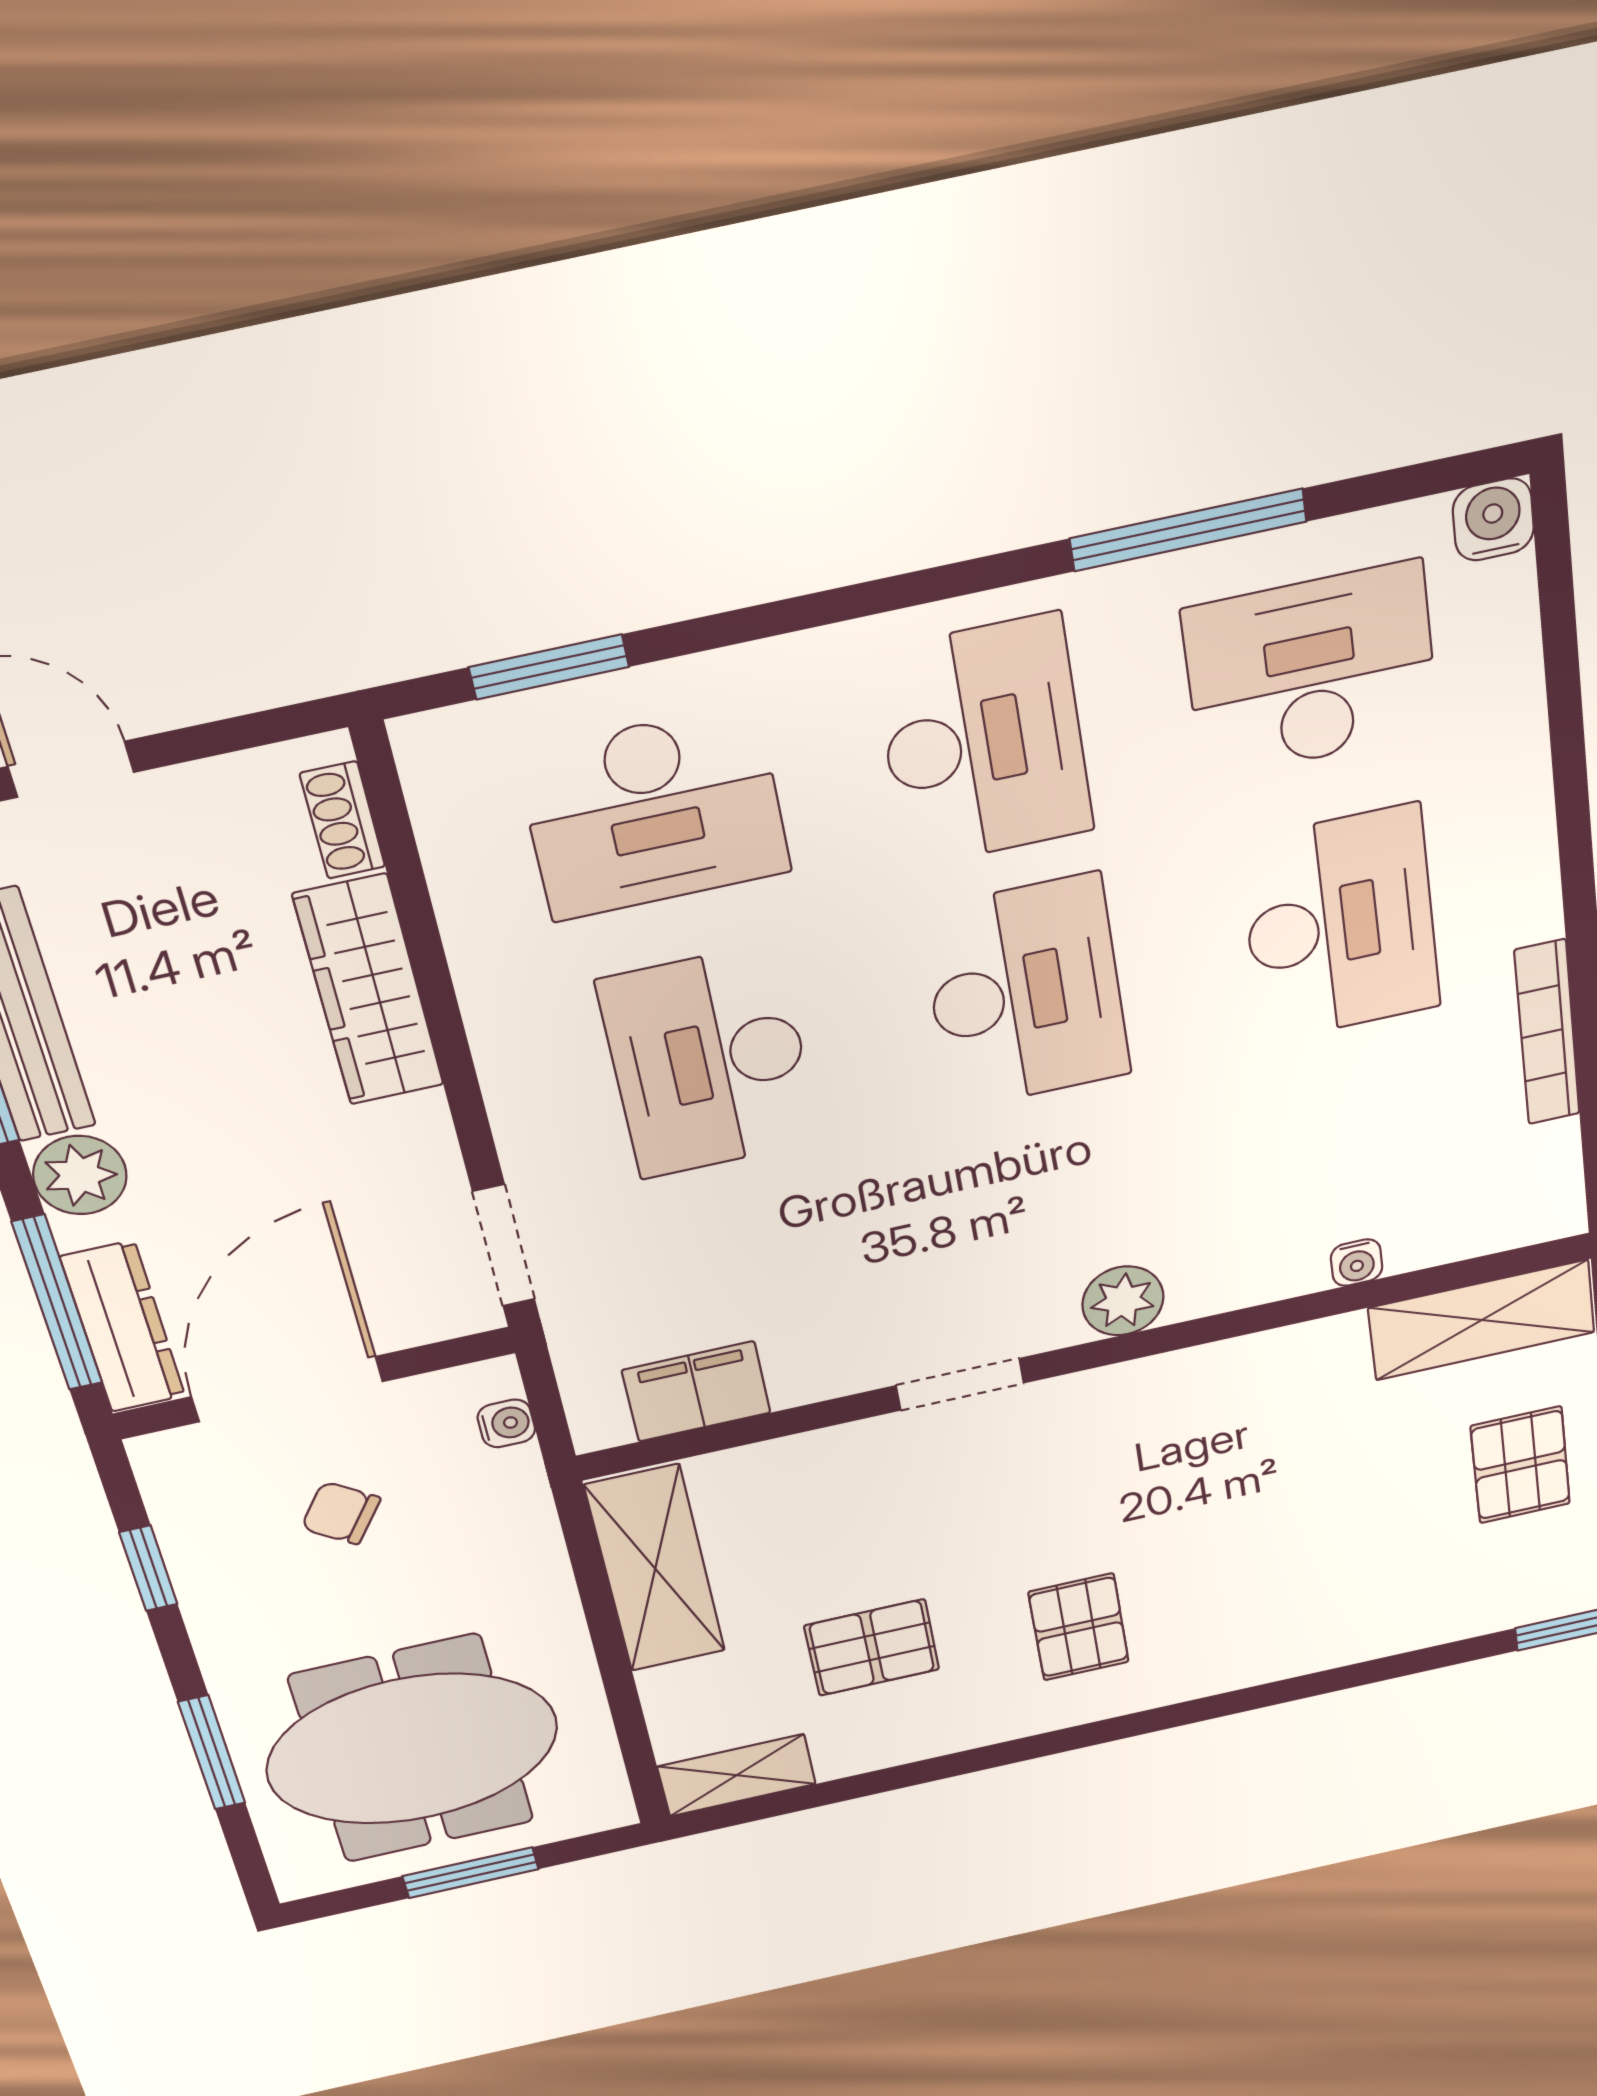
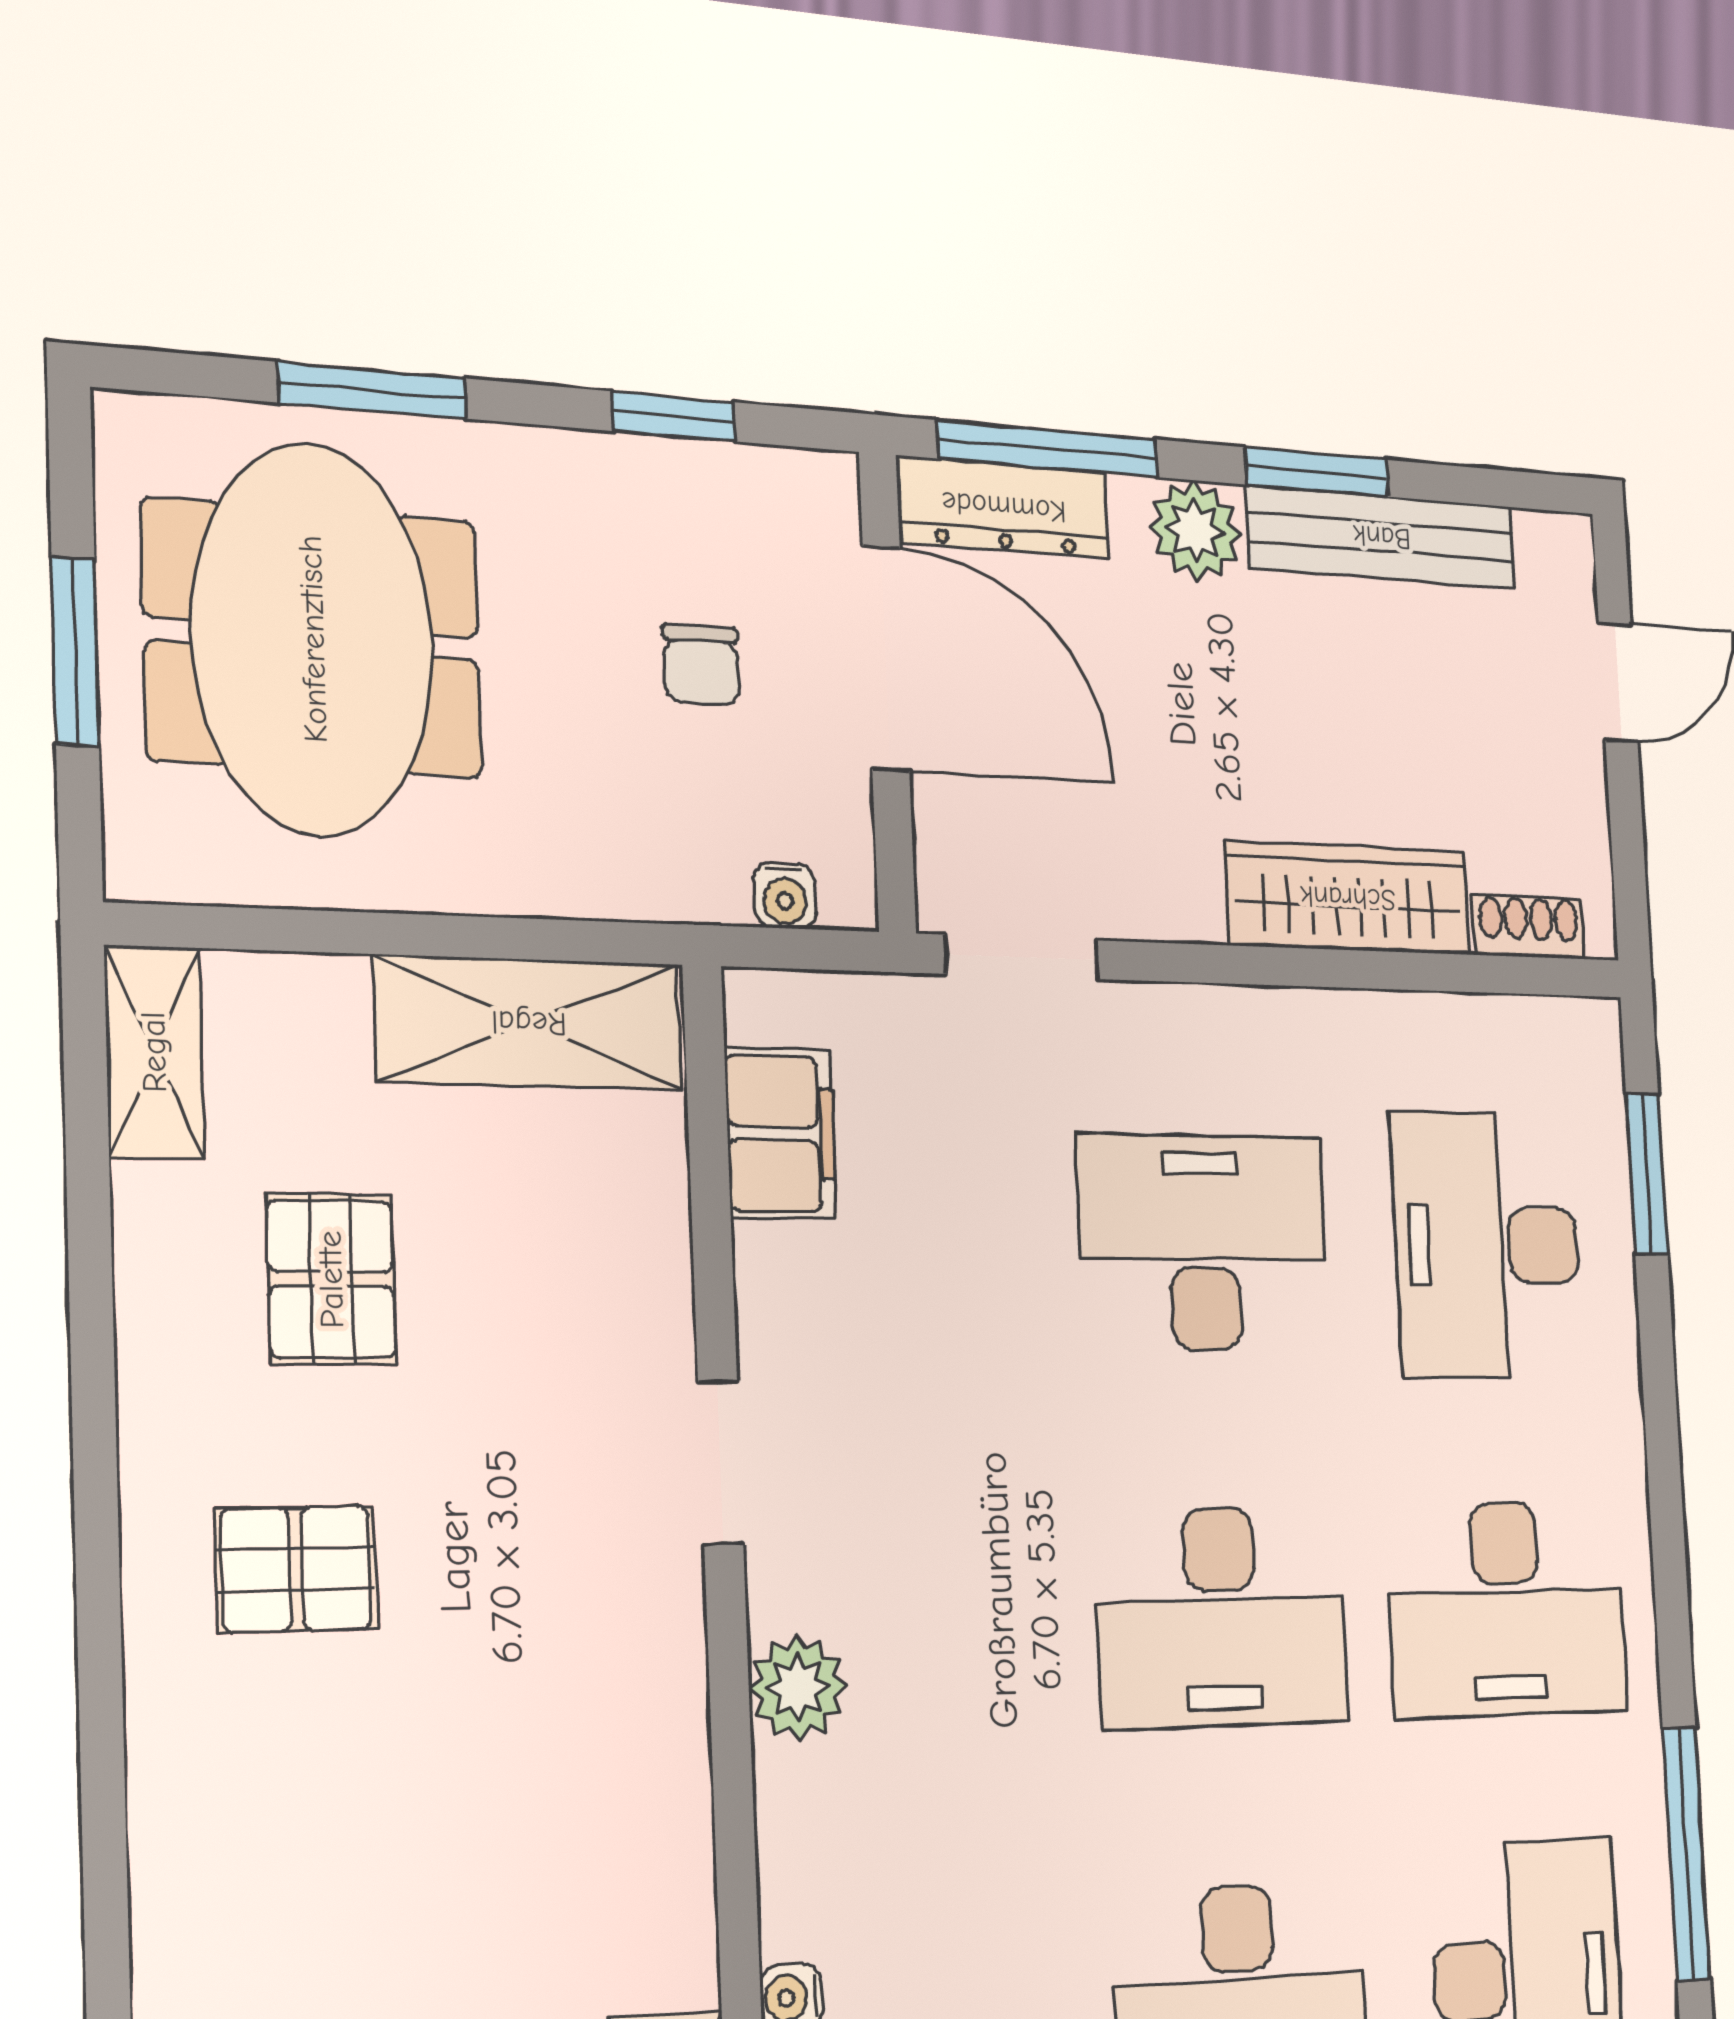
chair: (341, 1513) -> (701, 665), turned 145

